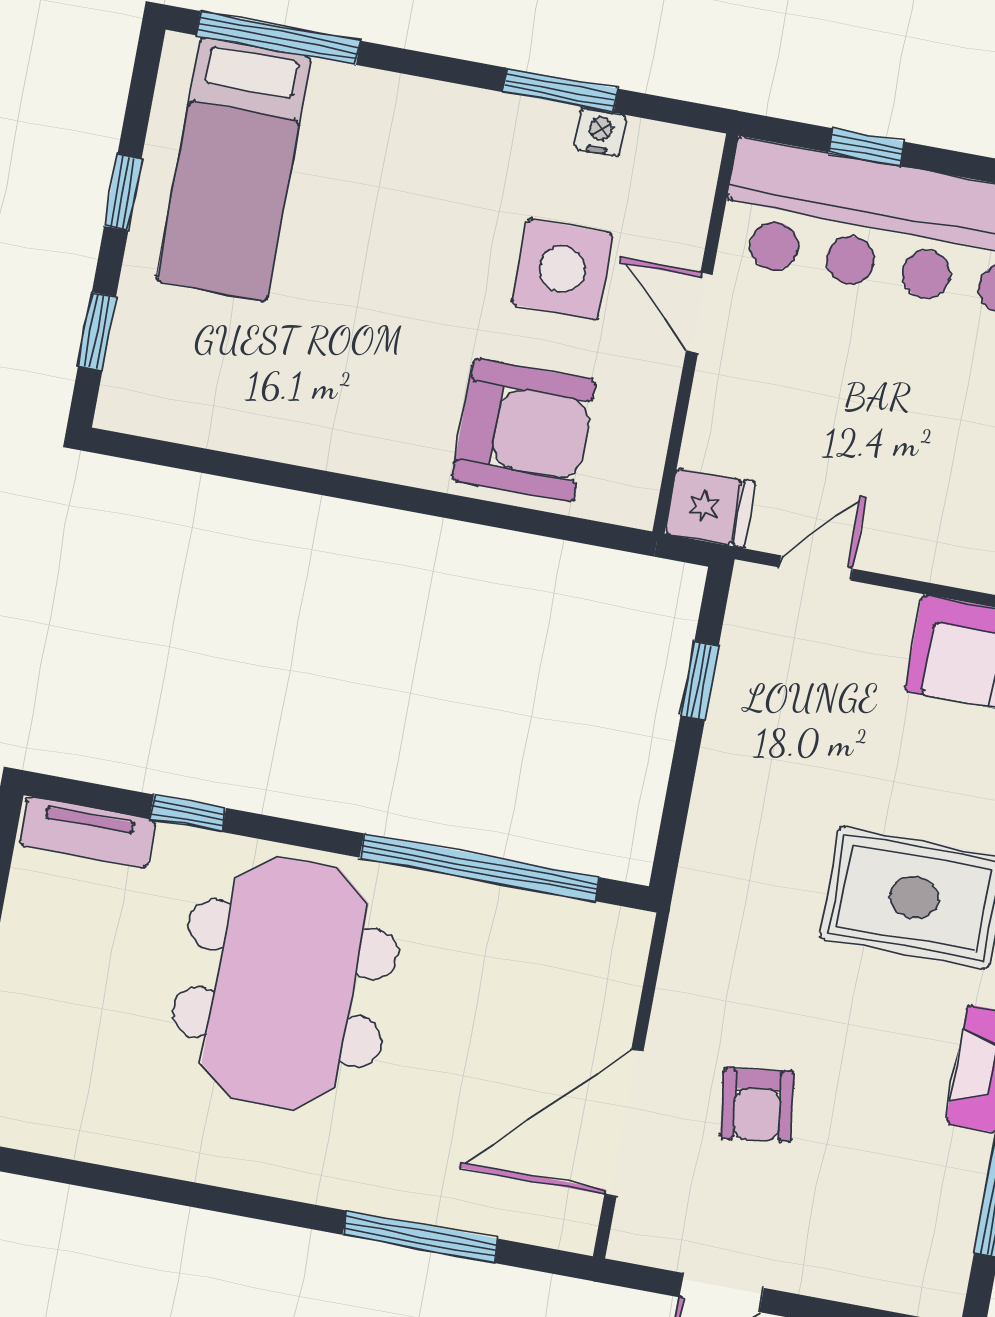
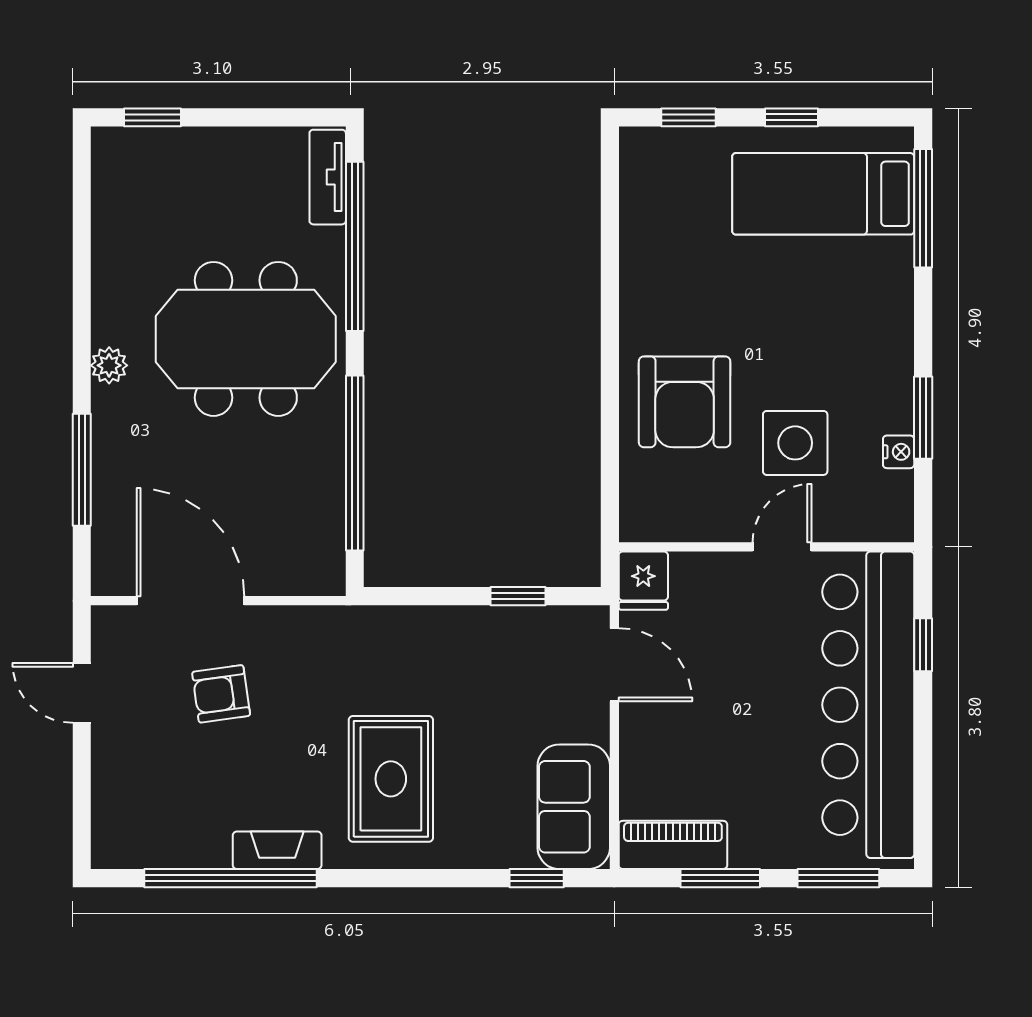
armchair: (524, 430) -> (685, 402), moved
door: (816, 568) -> (614, 665), width x1.37
window: (188, 813) -> (355, 246), width x3.17
plant: (287, 1174) -> (109, 365), added

